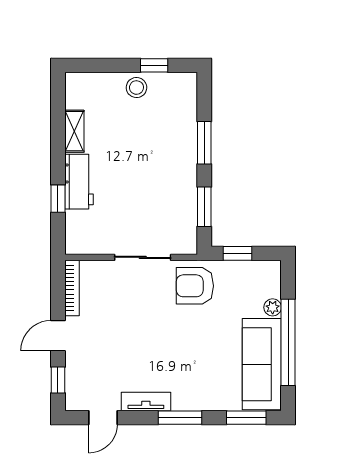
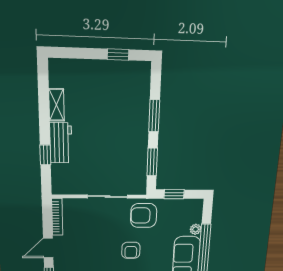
stool: (136, 88) -> (104, 72), removed
armchair: (178, 340) -> (131, 250), added

